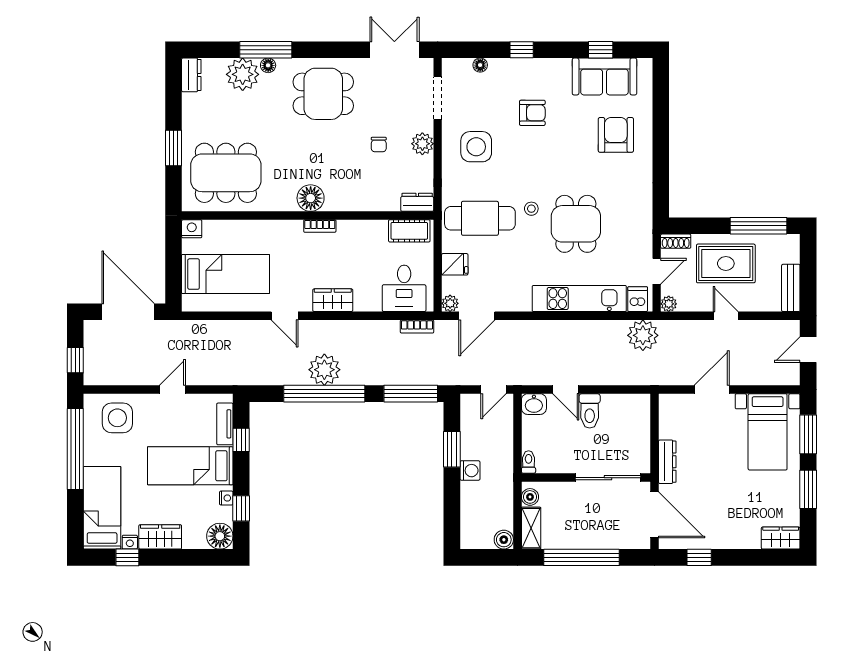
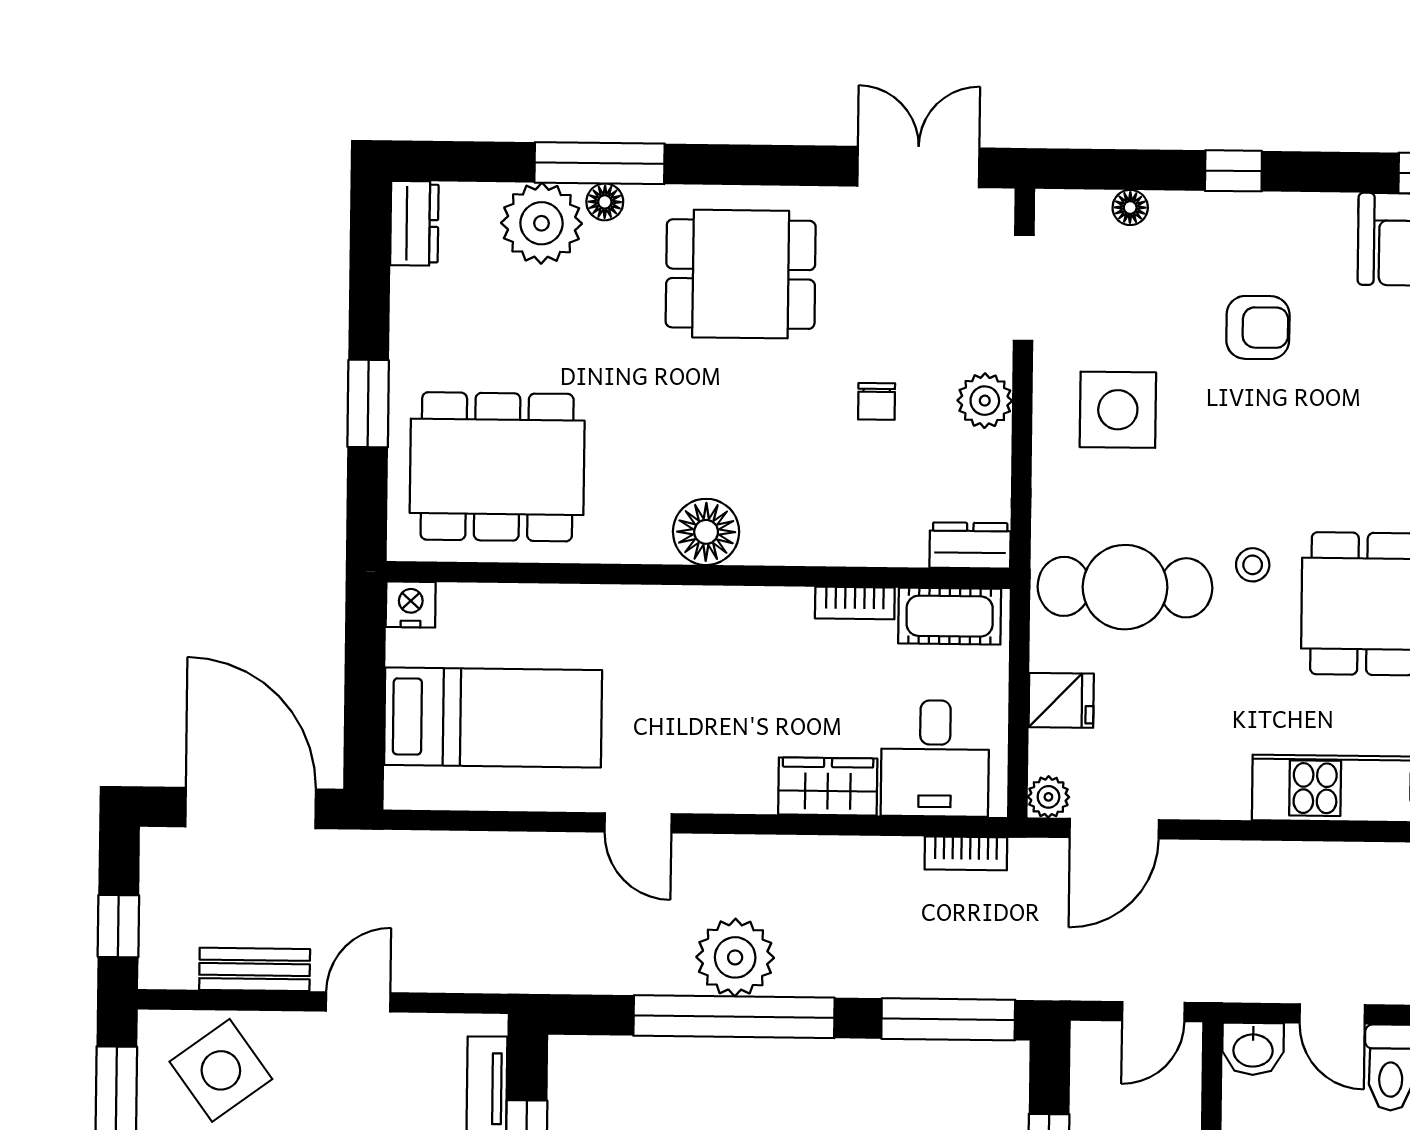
bookcase: (320, 226) -> (855, 603), moved
wardrobe: (333, 300) -> (828, 786), moved
bench: (130, 377) -> (255, 969), added
side table: (117, 418) -> (221, 1070), turned -36

